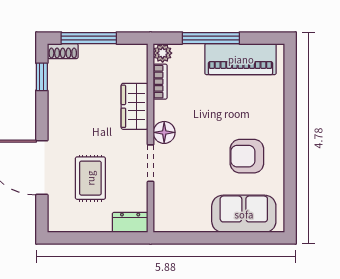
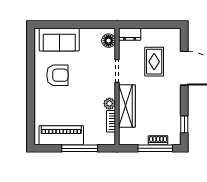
shoe rack: (63, 51) -> (158, 140), moved
plant: (163, 53) -> (110, 104), moved
wardrobe: (135, 106) -> (127, 106), width x1.50
floor lamp: (164, 132) -> (109, 41), moved

